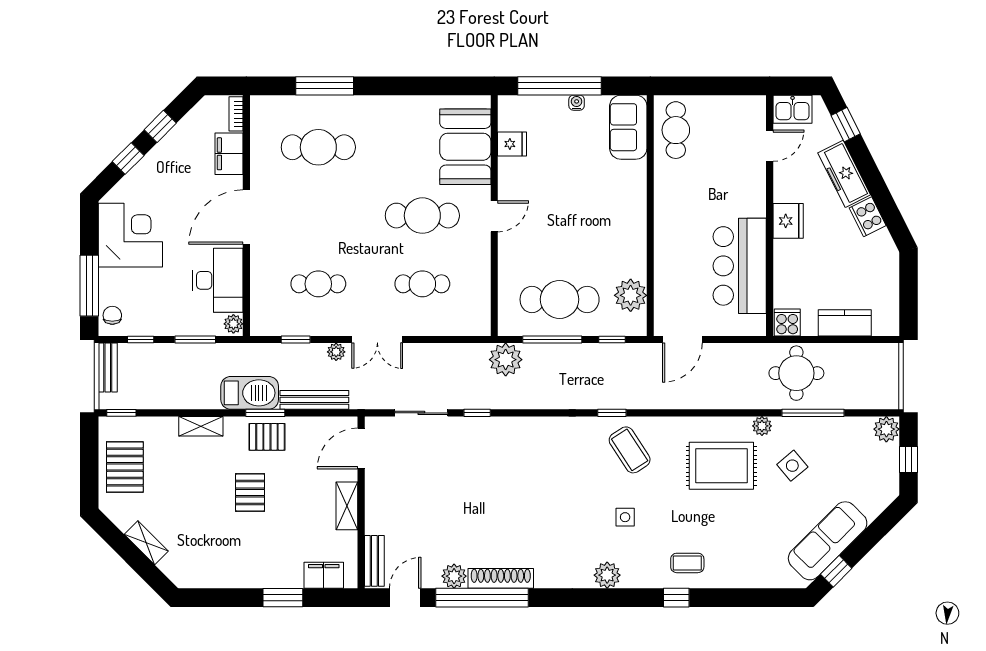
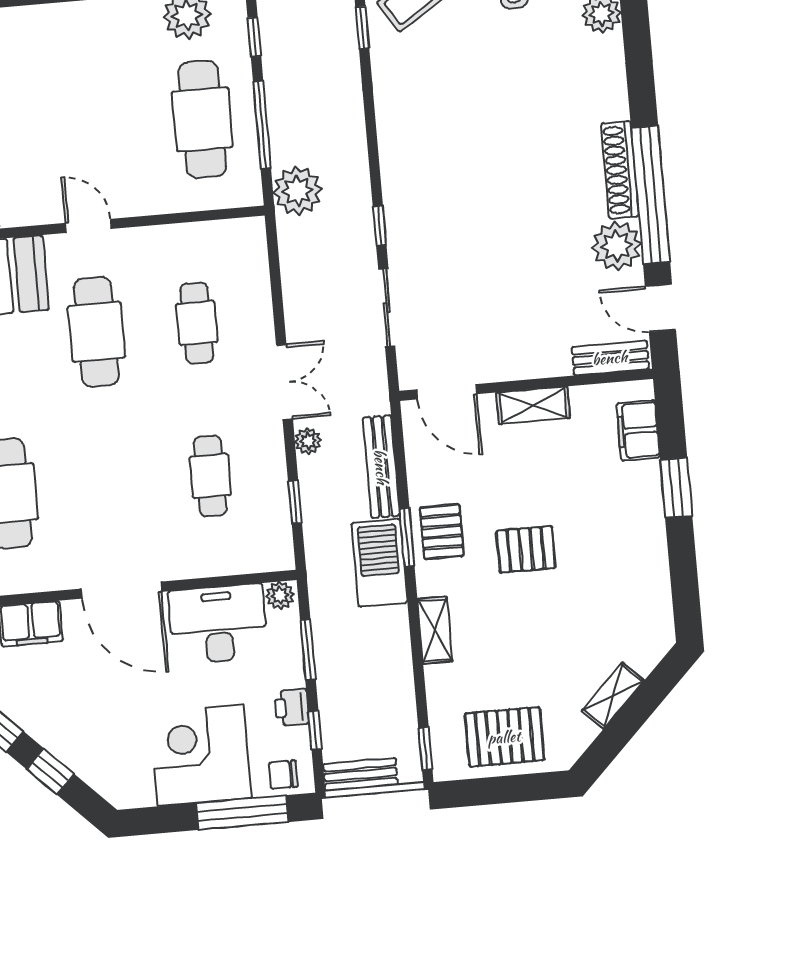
corner desk: (130, 235) -> (200, 755), moved
printer: (157, 325) -> (292, 707), added
plant: (454, 576) -> (617, 246), width x1.36, depth x1.36

